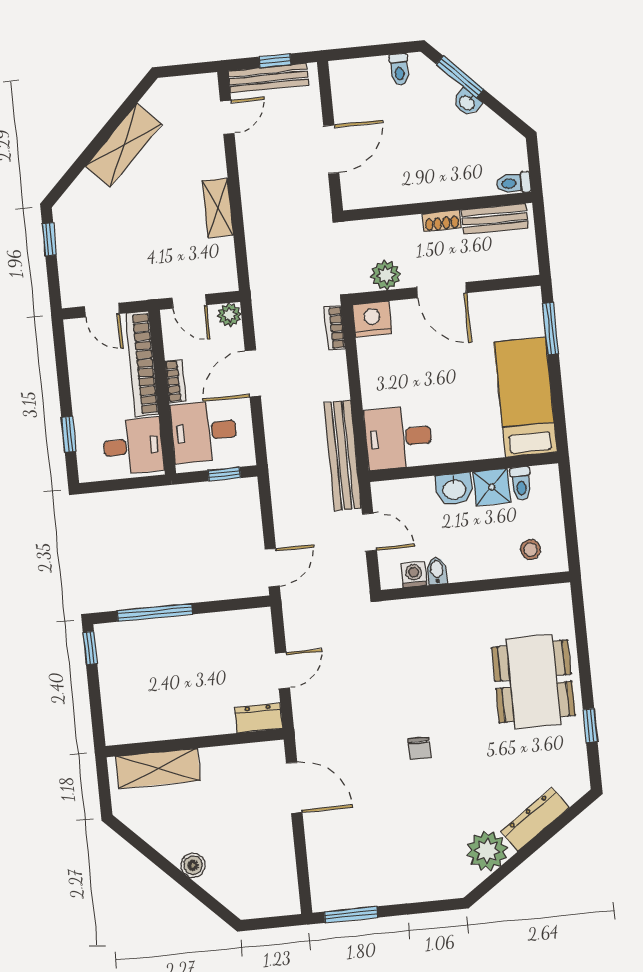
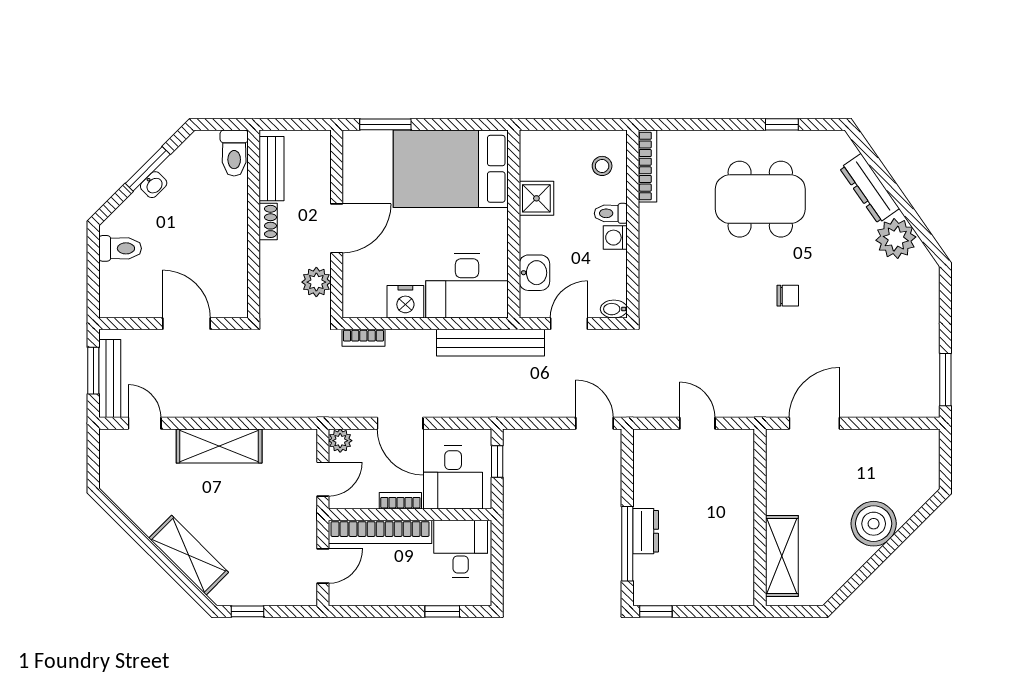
window: (275, 61) -> (93, 371), width x1.50
toilet: (399, 69) -> (120, 248), width x1.37, depth x1.39
window: (460, 77) -> (148, 169), moved
shelving: (124, 145) -> (189, 555), moved
toilet: (514, 183) -> (234, 153), width x1.37, depth x1.39
shelving: (218, 208) -> (219, 446), width x1.50, depth x1.33
nightstand: (372, 319) -> (405, 302), moved, turned -90
bed: (526, 397) -> (451, 169), width x1.50
desk: (398, 438) -> (467, 286), width x1.37
toilet: (521, 483) -> (611, 213), moved, turned 180
washbasin: (454, 489) -> (534, 273), moved
bidet: (437, 571) -> (614, 309), moved
washing machine: (414, 575) -> (615, 238), moved
bookcase: (535, 595) -> (648, 166), added
dining table: (533, 681) -> (760, 199), moved
dresser: (259, 718) -> (646, 531), moved, turned 180
boiler: (193, 865) -> (874, 524), width x1.86, depth x1.86

